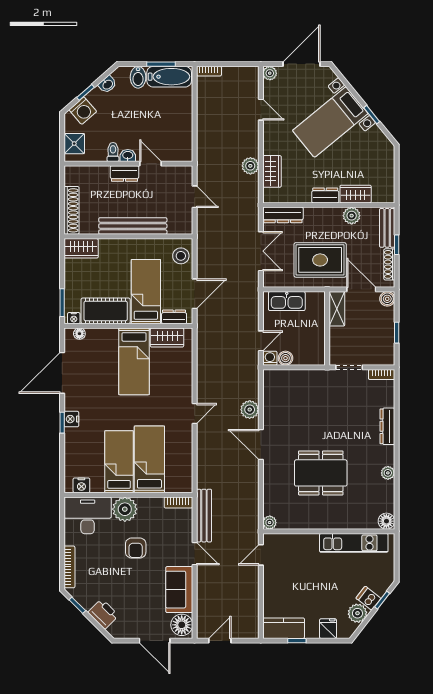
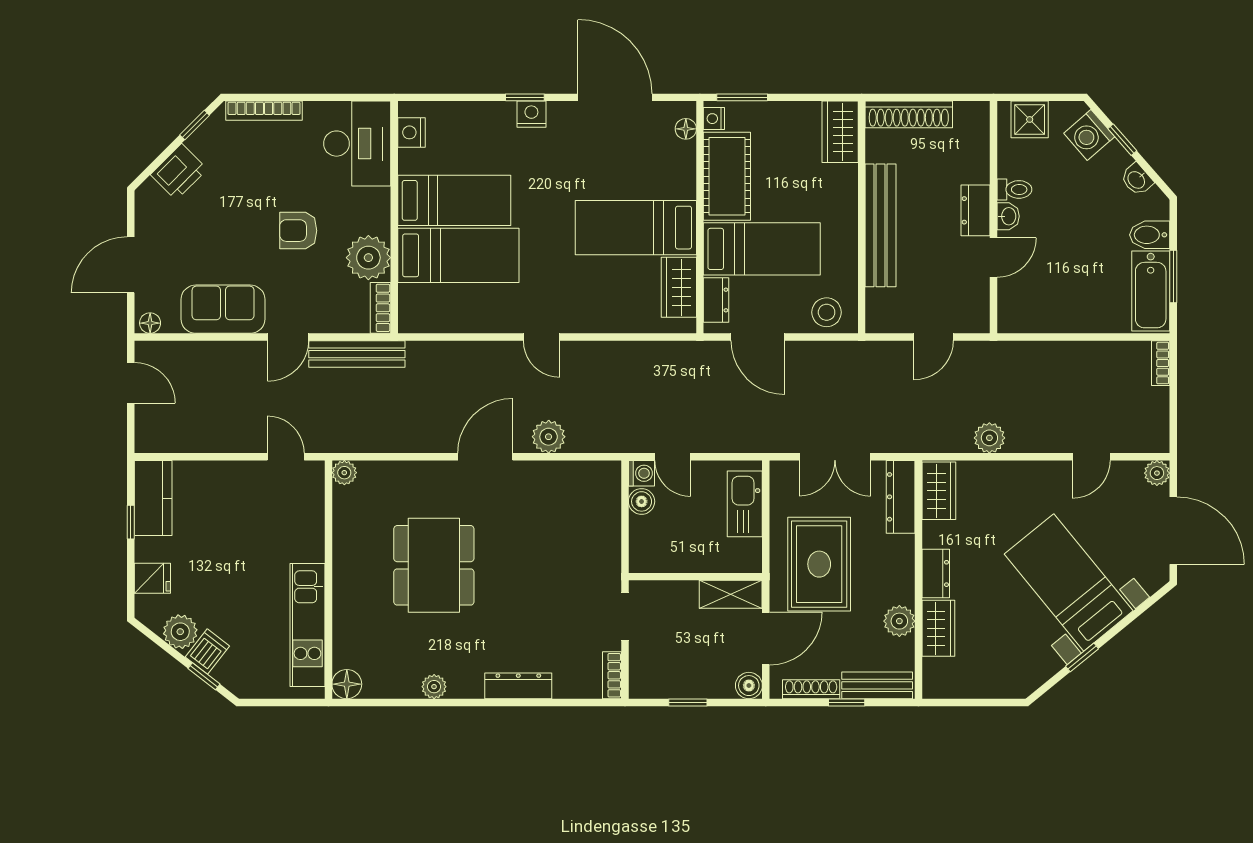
wardrobe: (272, 171) -> (939, 491), moved, turned -90
plant: (125, 509) -> (368, 258), moved
floor lamp: (182, 625) -> (150, 323), width x0.53, depth x0.53

